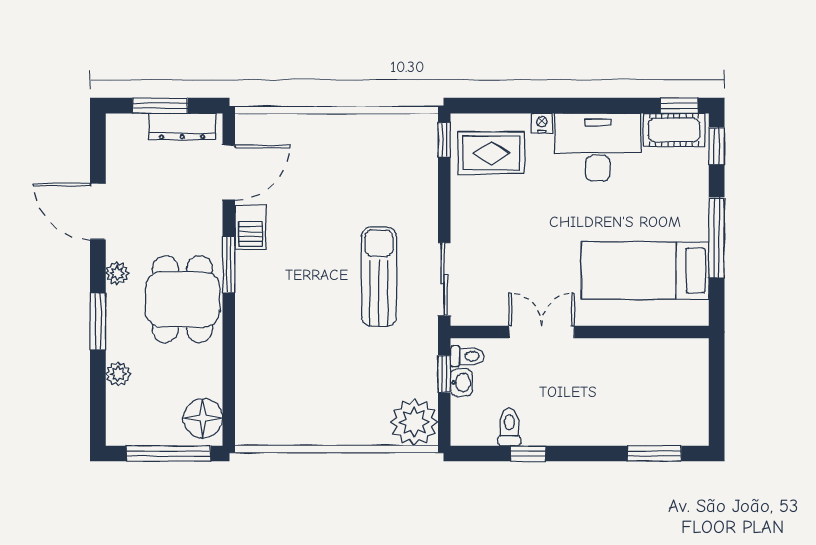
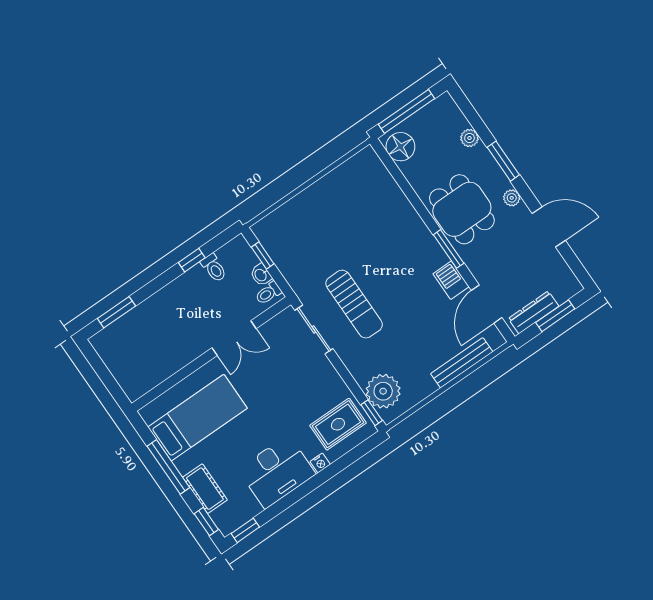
bench: (303, 126) -> (462, 363), added
cot: (674, 130) -> (205, 489), moved, turned 90
window: (444, 374) -> (263, 256), moved
plant: (414, 422) -> (383, 391), moved

